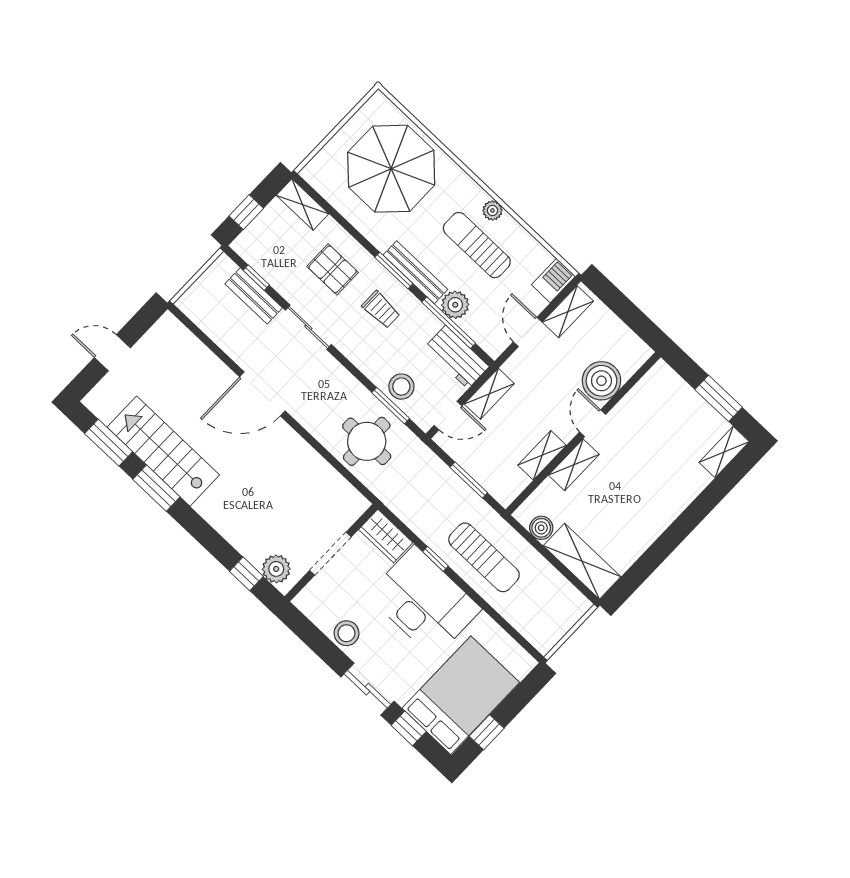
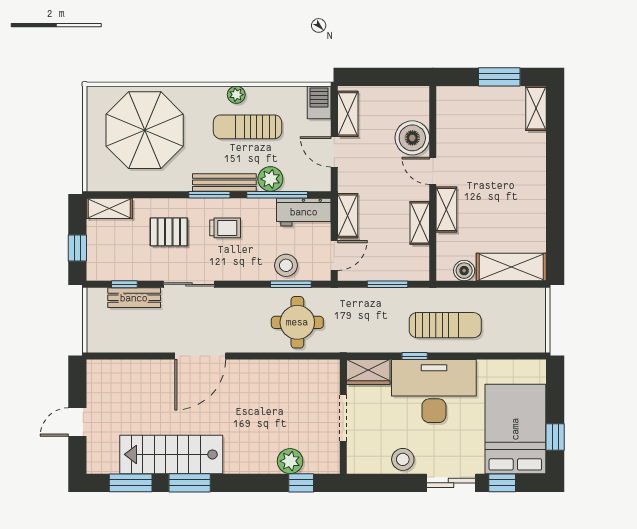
plant: (276, 569) -> (290, 461), moved

